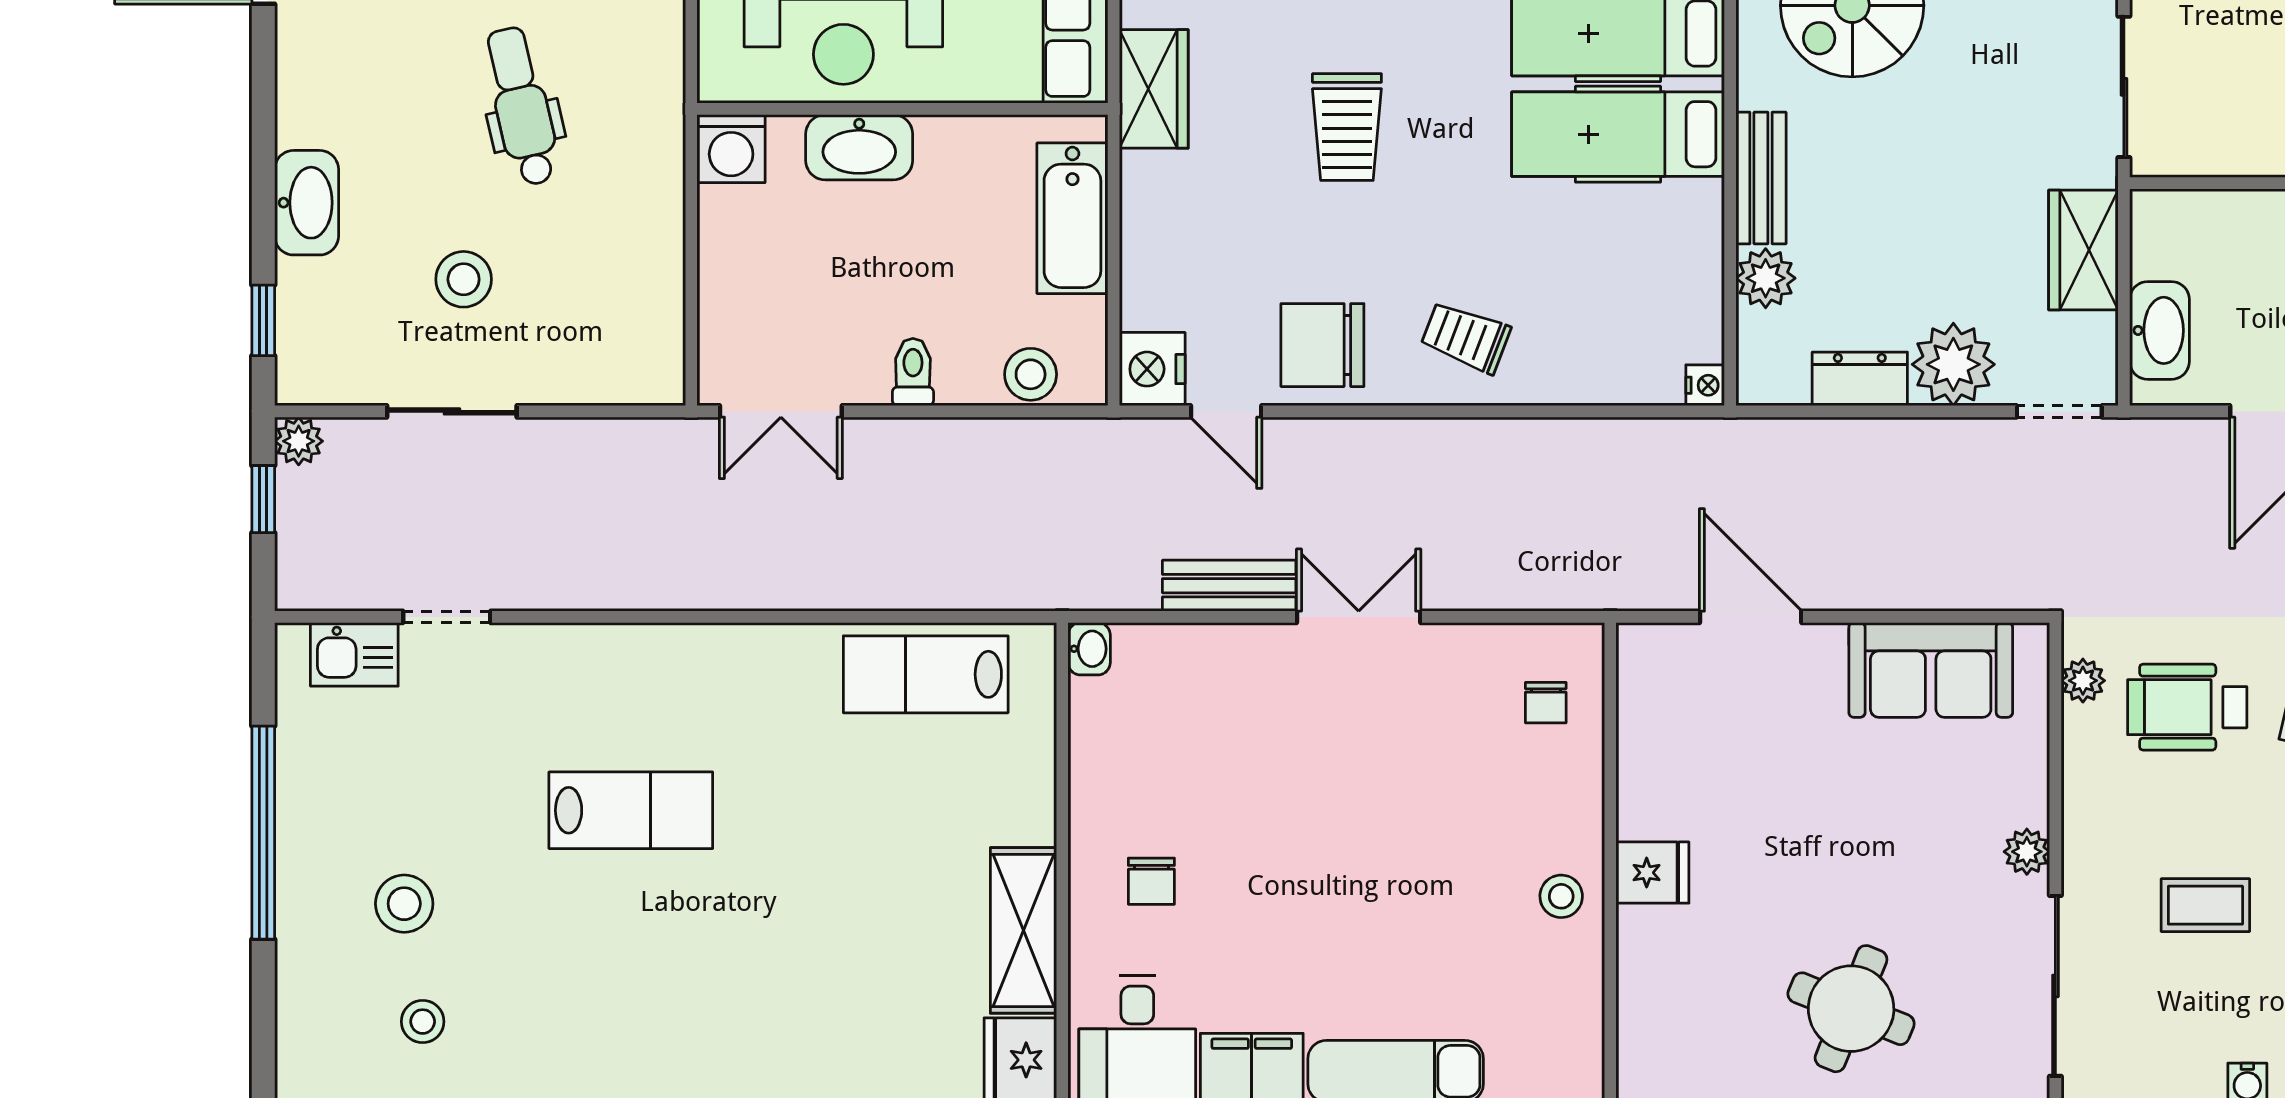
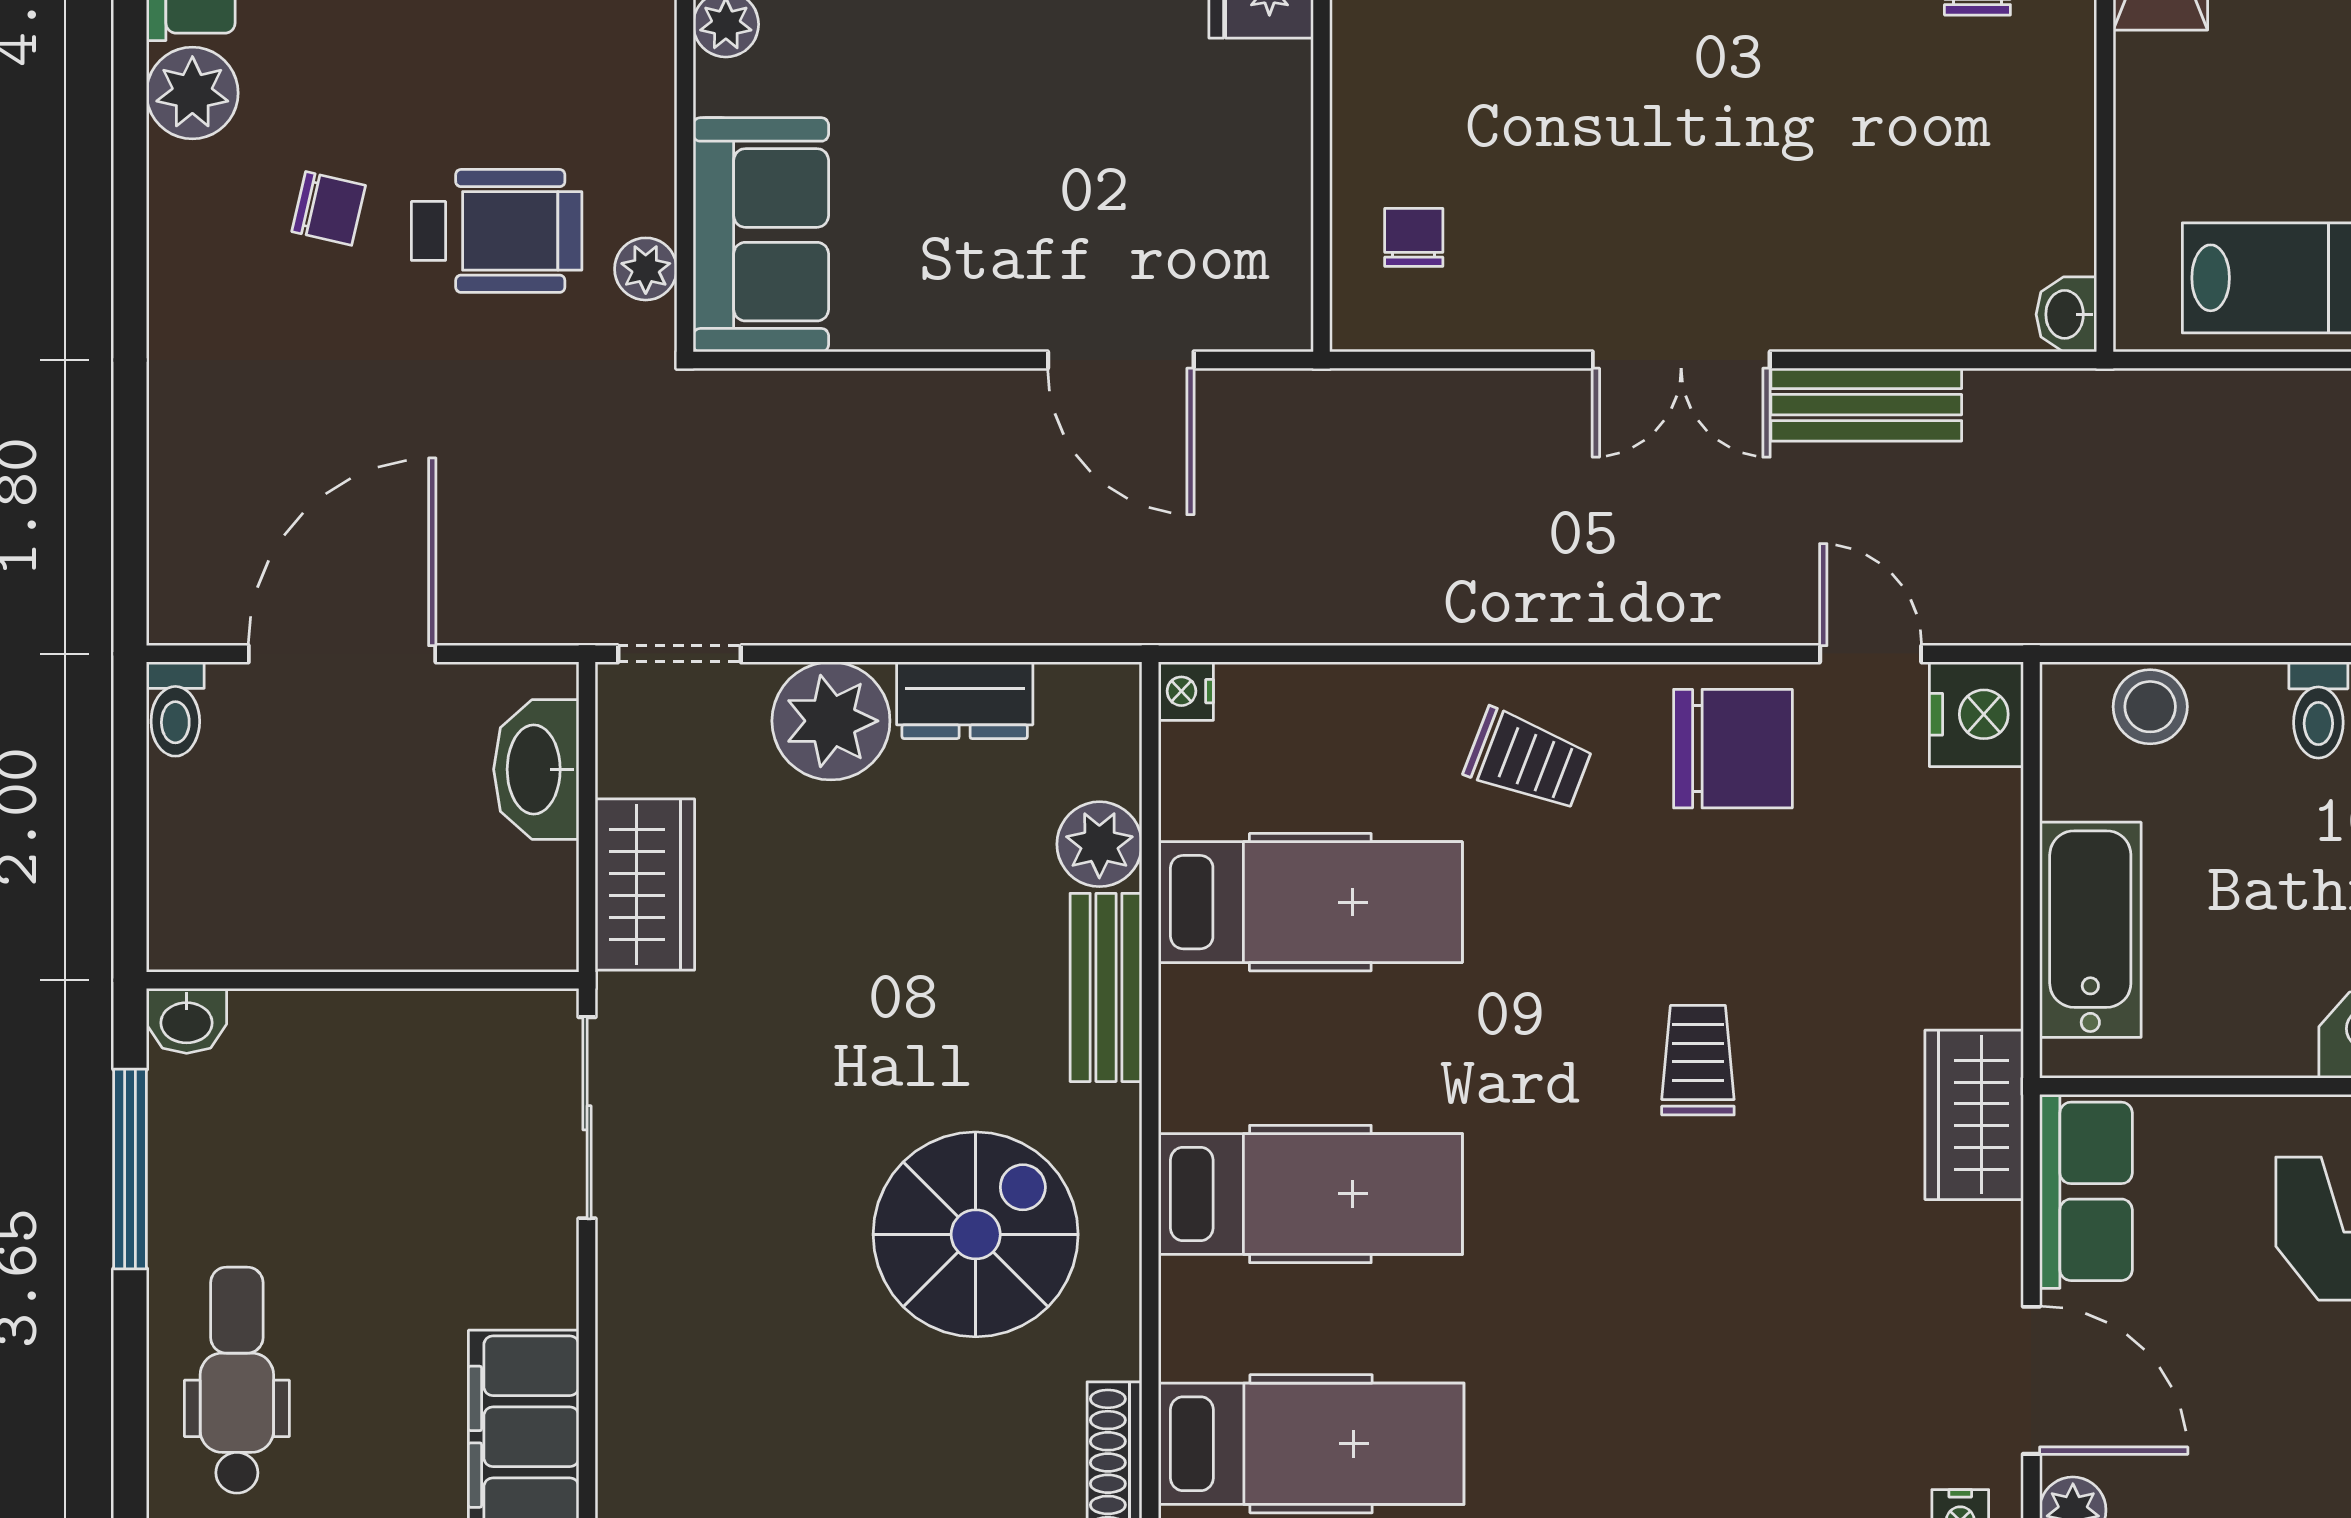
trolley: (1347, 127) -> (1698, 1060), width x0.73, depth x0.72
hospital bed: (1618, 134) -> (1310, 902), moved
sofa: (1931, 670) -> (761, 235), moved, turned 90

